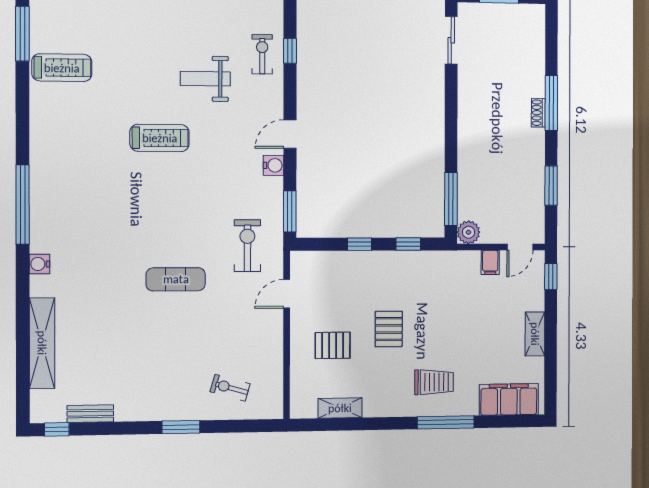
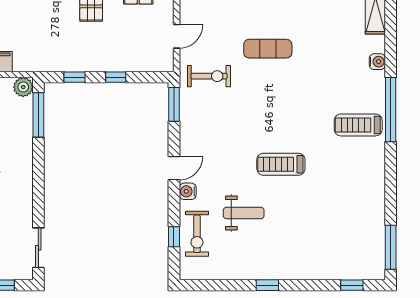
exercise bike: (262, 54) -> (197, 234), width x1.38, depth x1.39
treadmill: (62, 68) -> (358, 125), moved
water cooler: (273, 165) -> (188, 191), moved
exercise bike: (247, 246) -> (209, 76), turned -90

